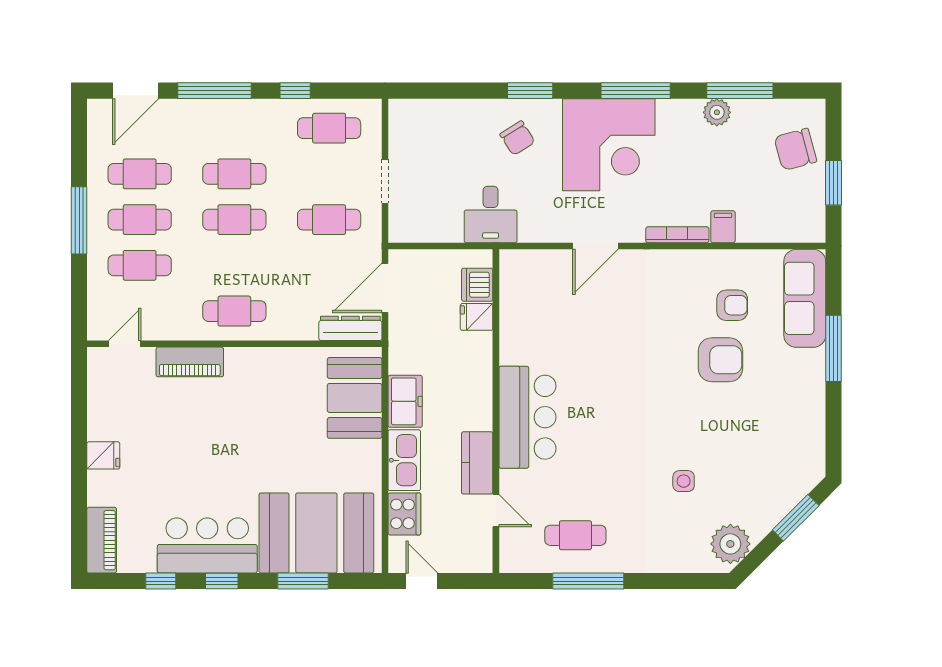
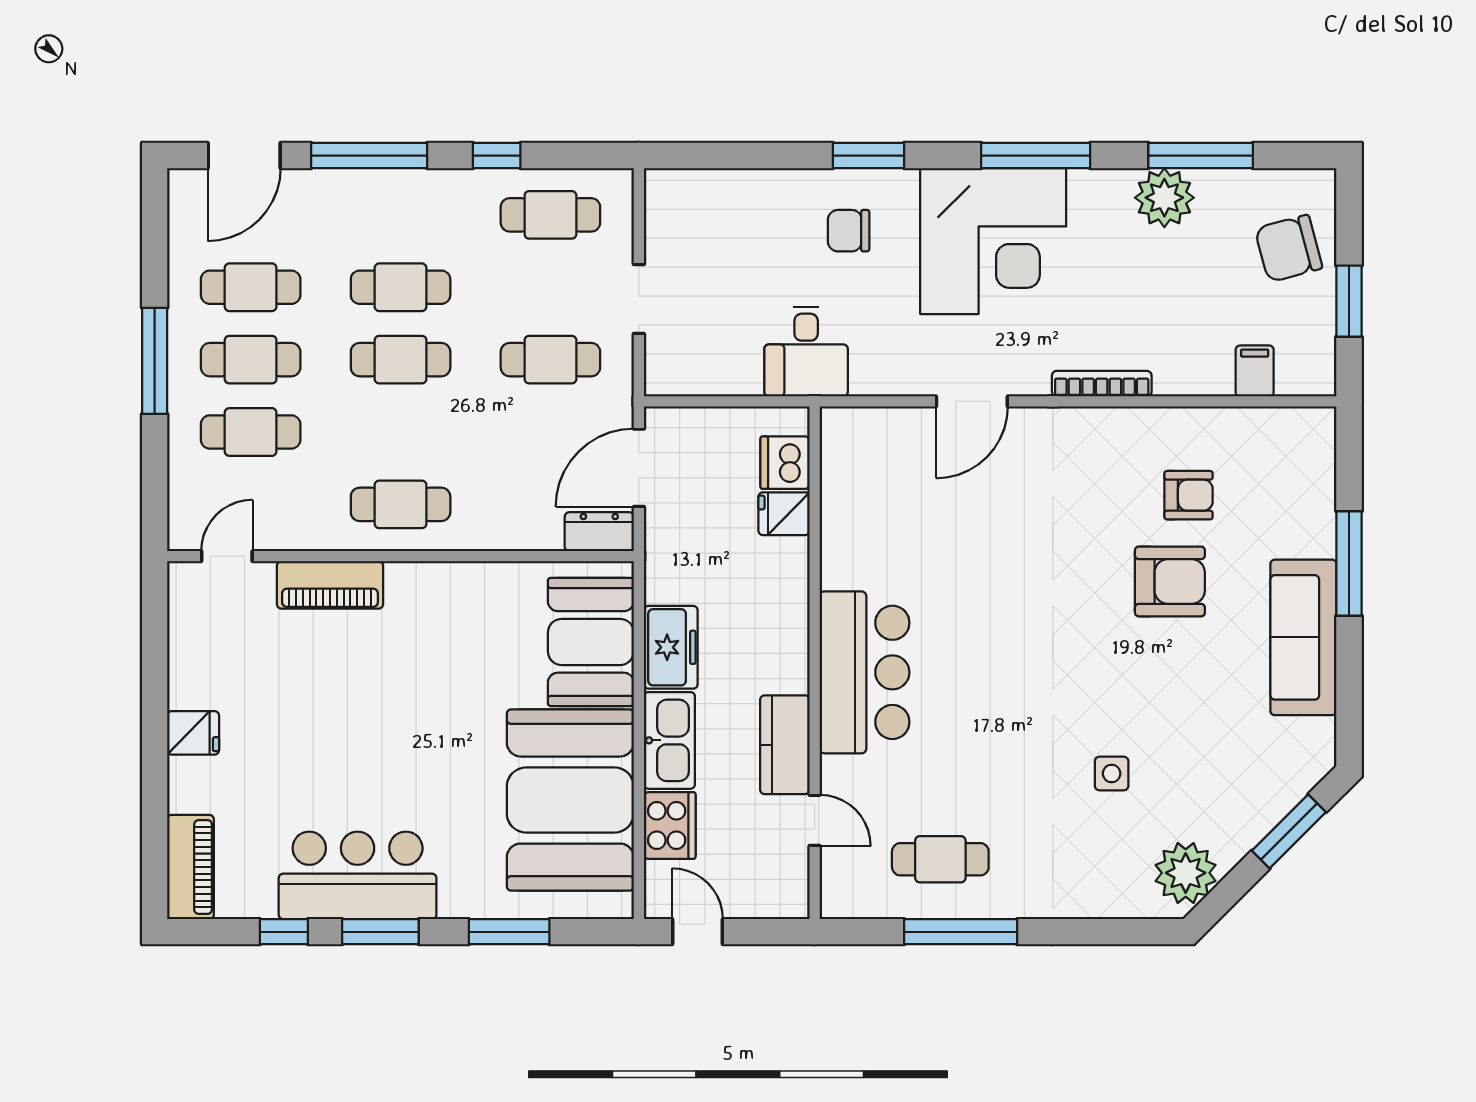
plant: (717, 112) -> (1164, 198), width x1.36, depth x1.36
chair: (517, 138) -> (849, 231), turned 122
filing cabinet: (723, 227) -> (1255, 371), moved
sofa: (805, 298) -> (1303, 637), moved
dresser: (350, 328) -> (599, 532), width x0.70
booth: (316, 533) -> (570, 800), moved, turned 90
window: (222, 581) -> (380, 932), width x1.50

